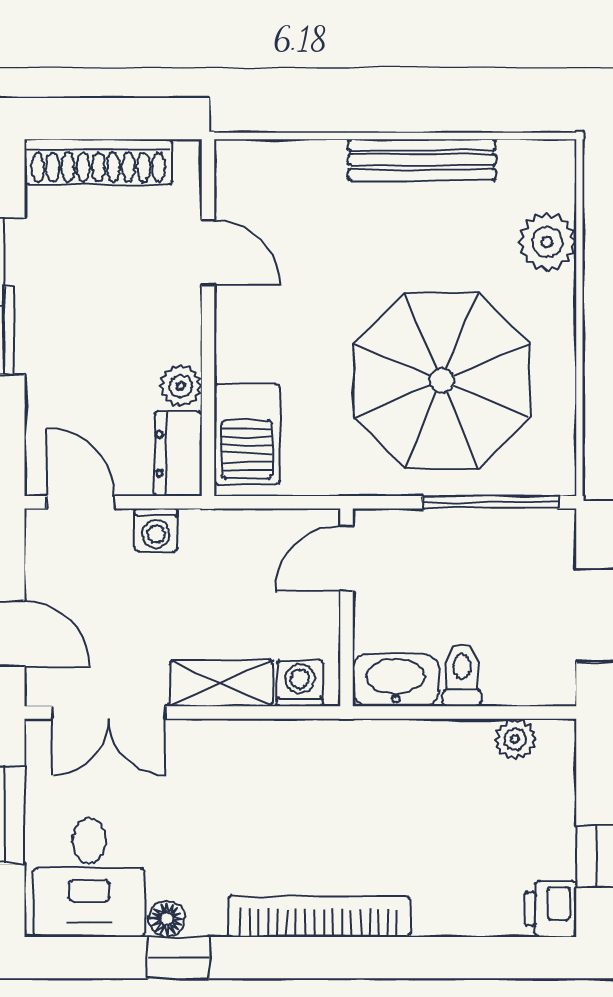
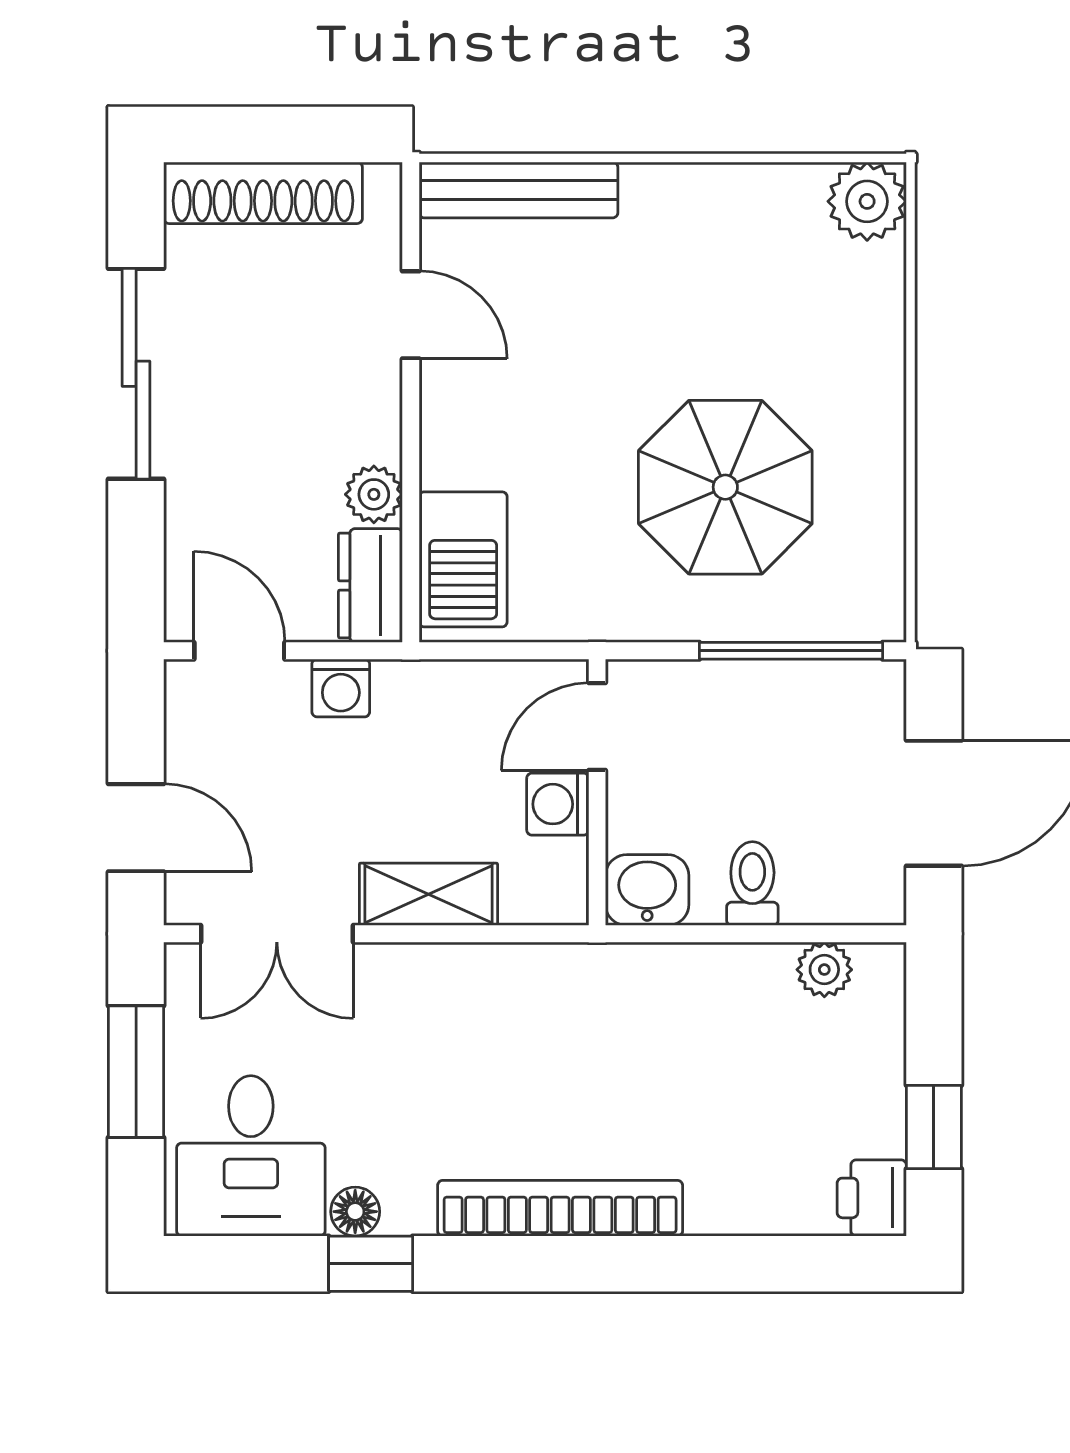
bench: (422, 160) -> (518, 190), moved
plant: (547, 242) -> (867, 201), moved
parasol: (442, 381) -> (725, 487), width x0.73, depth x0.73
washbasin: (396, 680) -> (647, 890), width x0.72
washing machine: (300, 683) -> (558, 804), moved, turned -90

